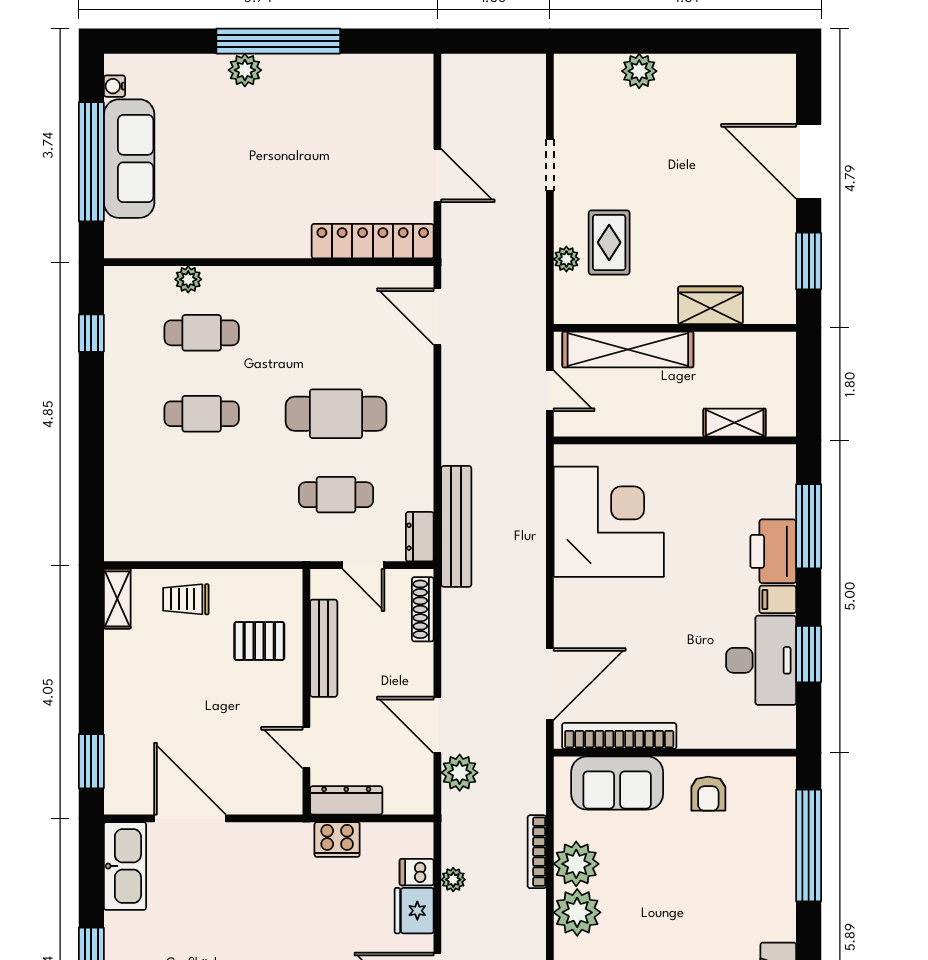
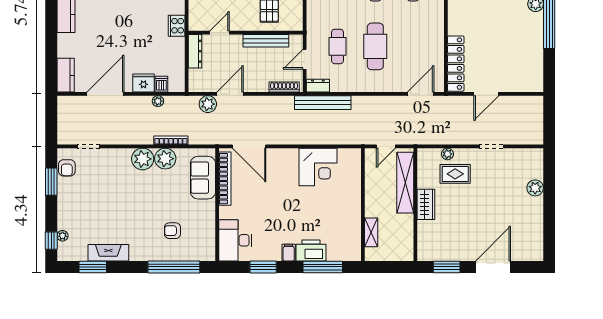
wardrobe: (711, 305) -> (426, 204), moved
corner desk: (609, 522) -> (318, 167), width x0.74, depth x0.74
desk: (761, 660) -> (235, 240), moved, turned 90
armchair: (708, 794) -> (172, 231), moved
cooker: (337, 840) -> (177, 26), moved

